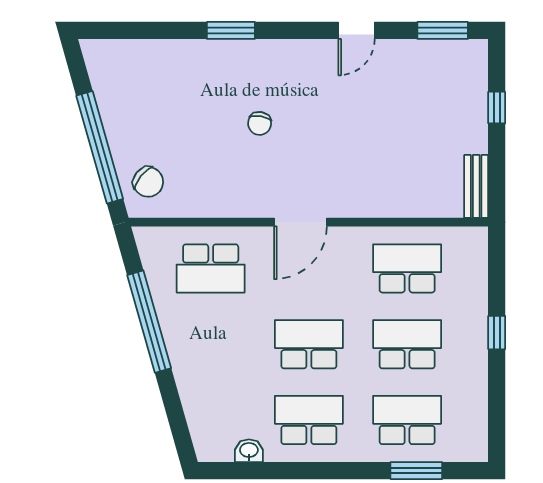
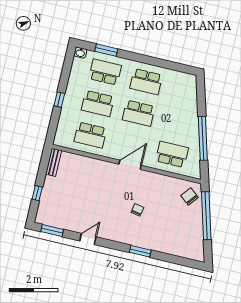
school desk: (407, 420) -> (105, 72), turned 180
washbasin: (249, 451) -> (80, 53), moved

